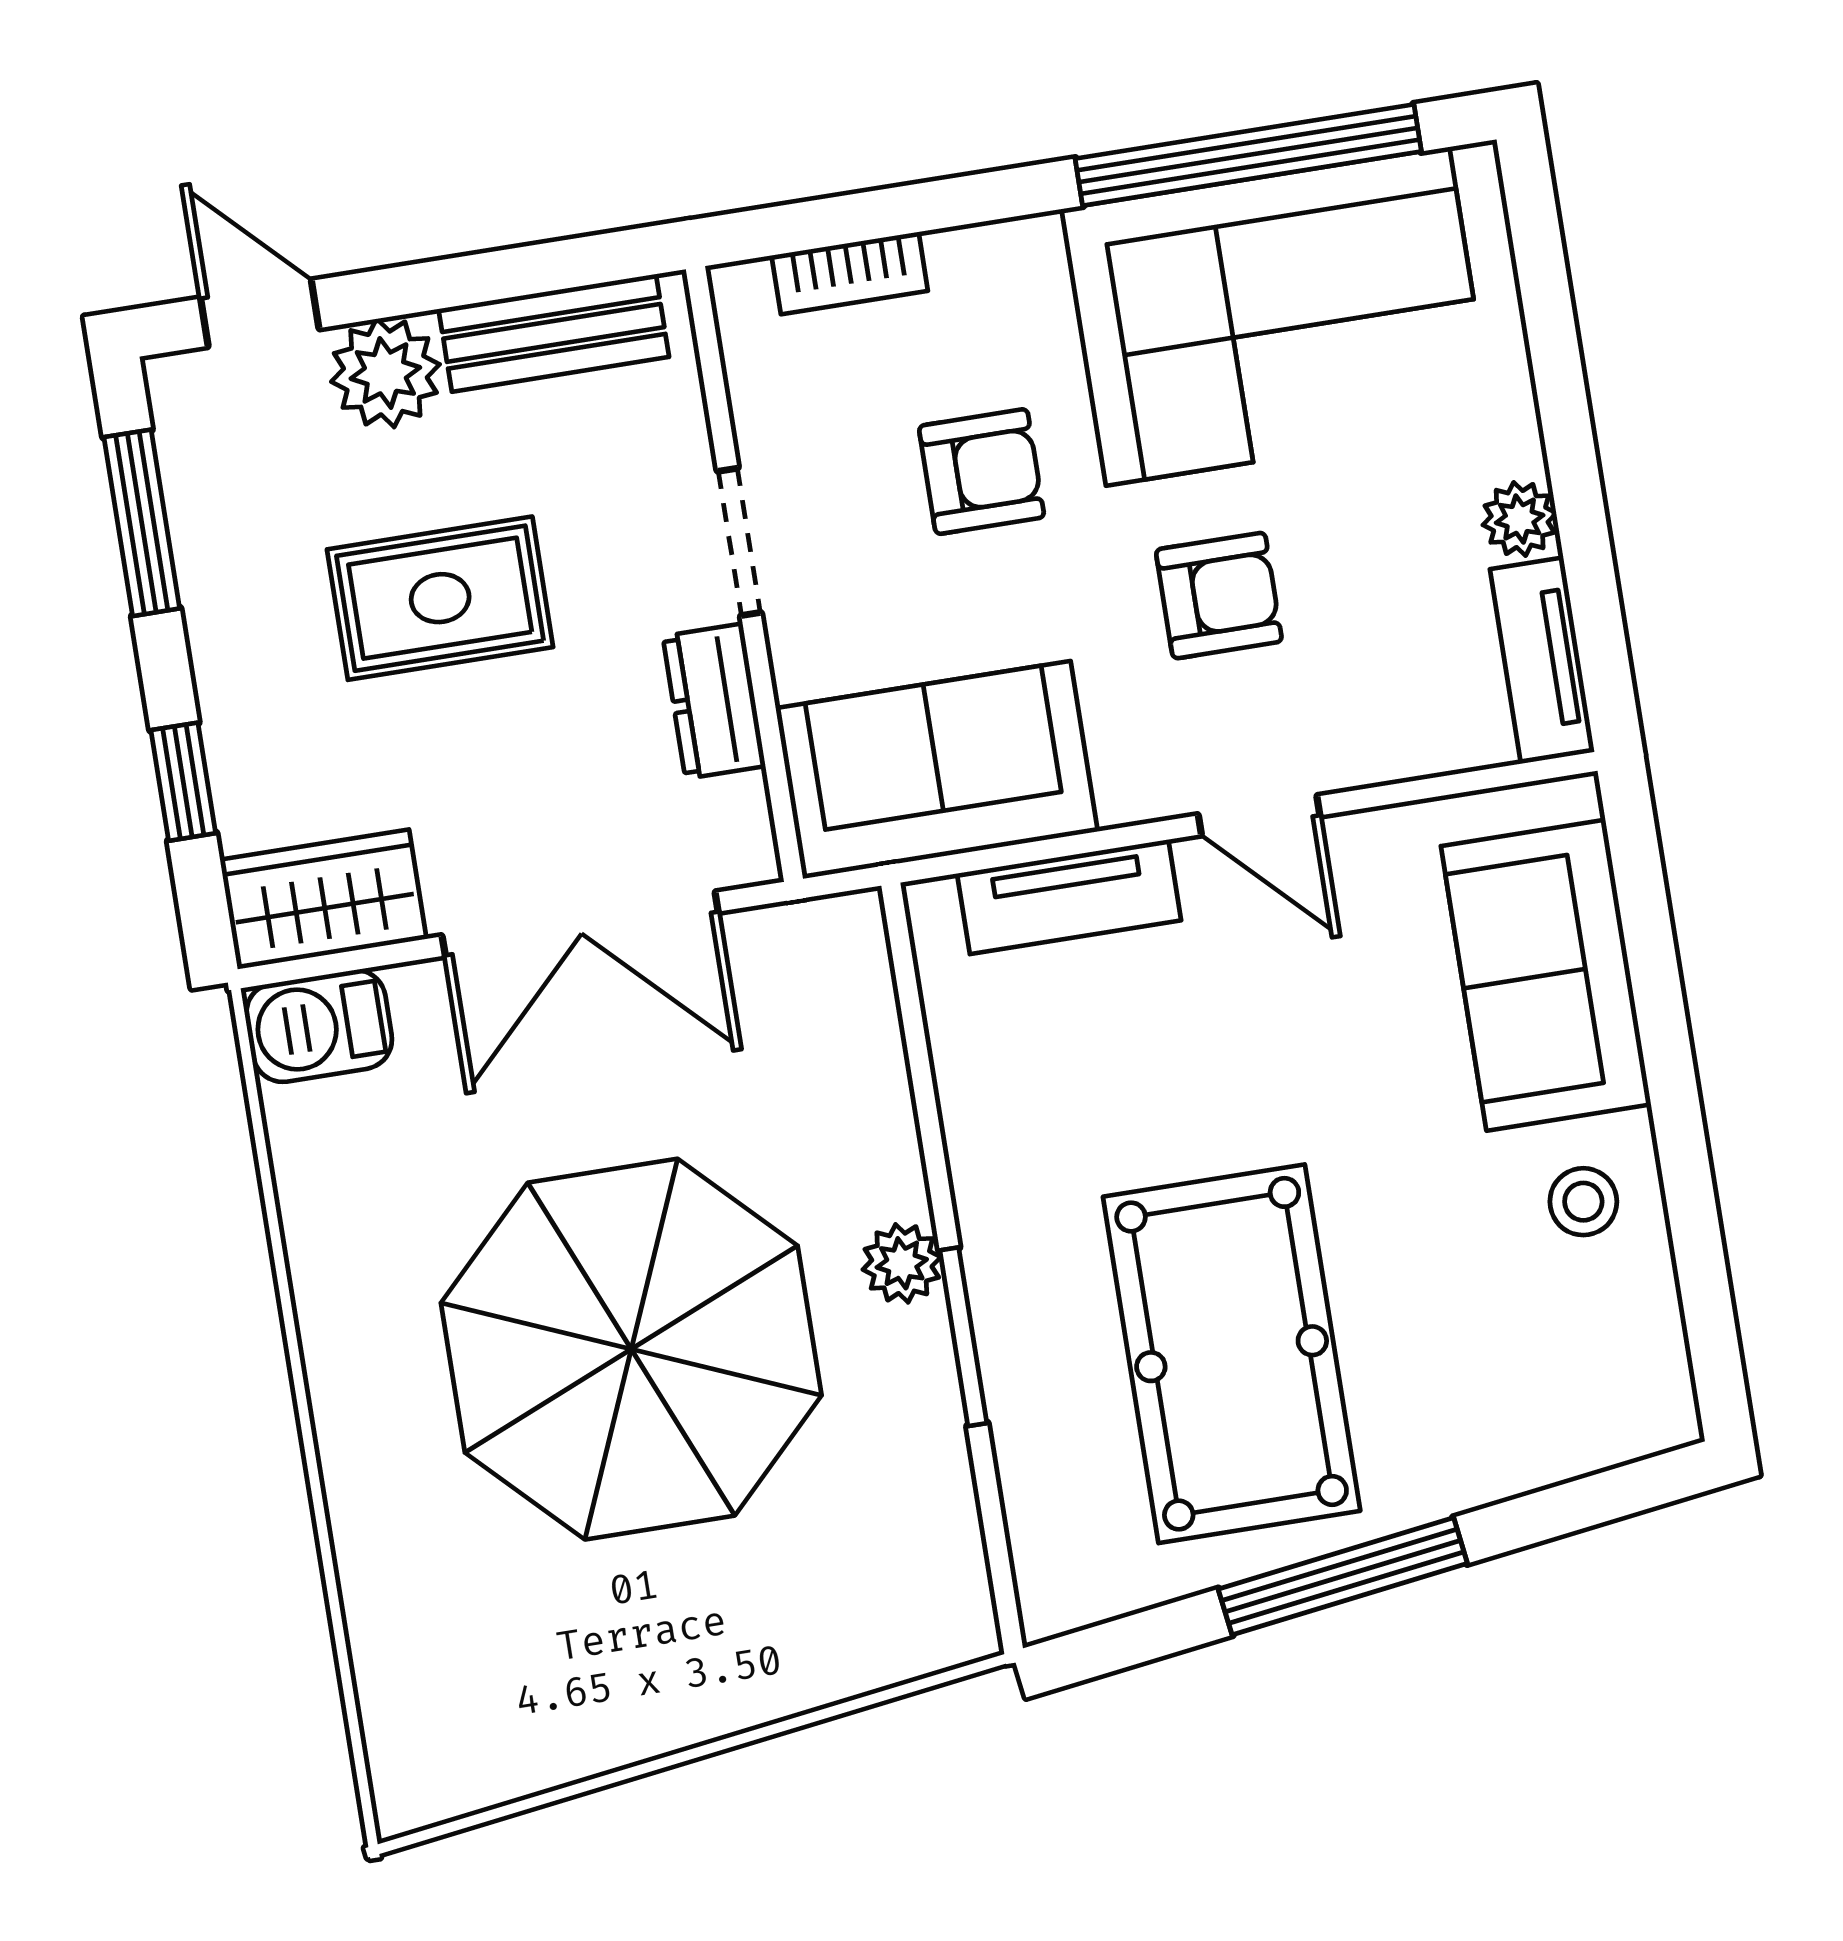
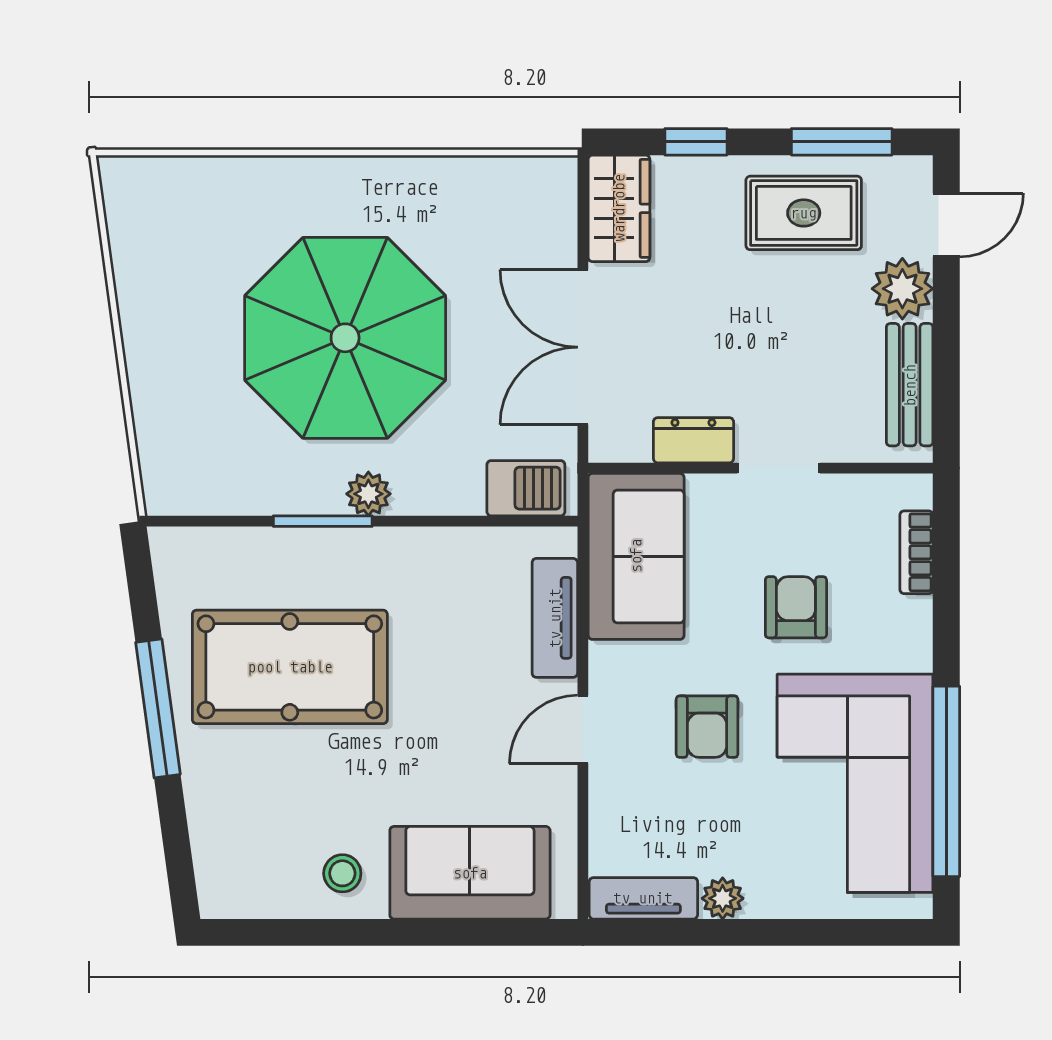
armchair: (982, 472) -> (796, 607), turned 180
rug: (440, 598) -> (804, 213), moved, turned 90
barbecue: (319, 1026) -> (526, 488), moved, turned 90

